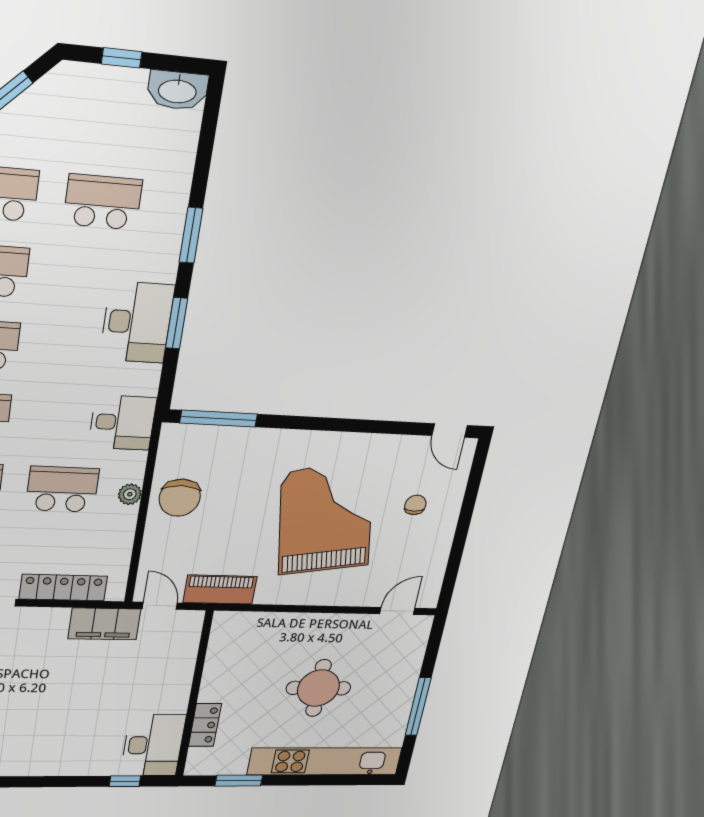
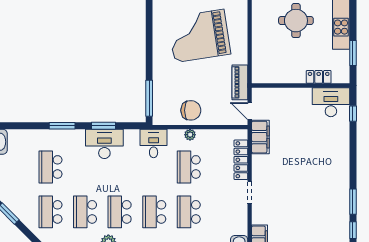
door: (160, 606) -> (250, 111), hinge flipped

